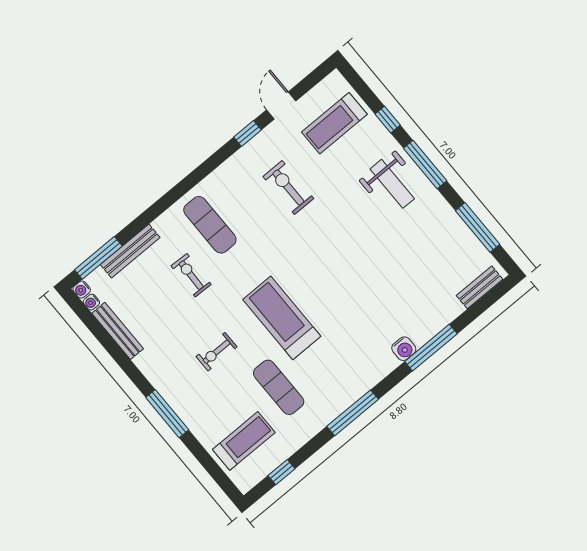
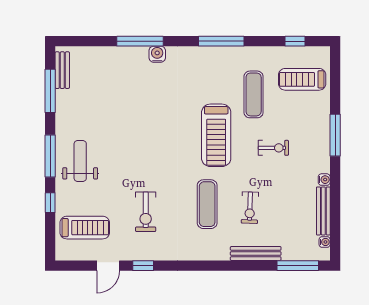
exercise mat: (210, 225) -> (207, 204), moved
bench: (130, 251) -> (256, 253), moved
bench: (480, 287) -> (62, 70), moved, turned 90
water cooler: (82, 290) -> (324, 180), moved

